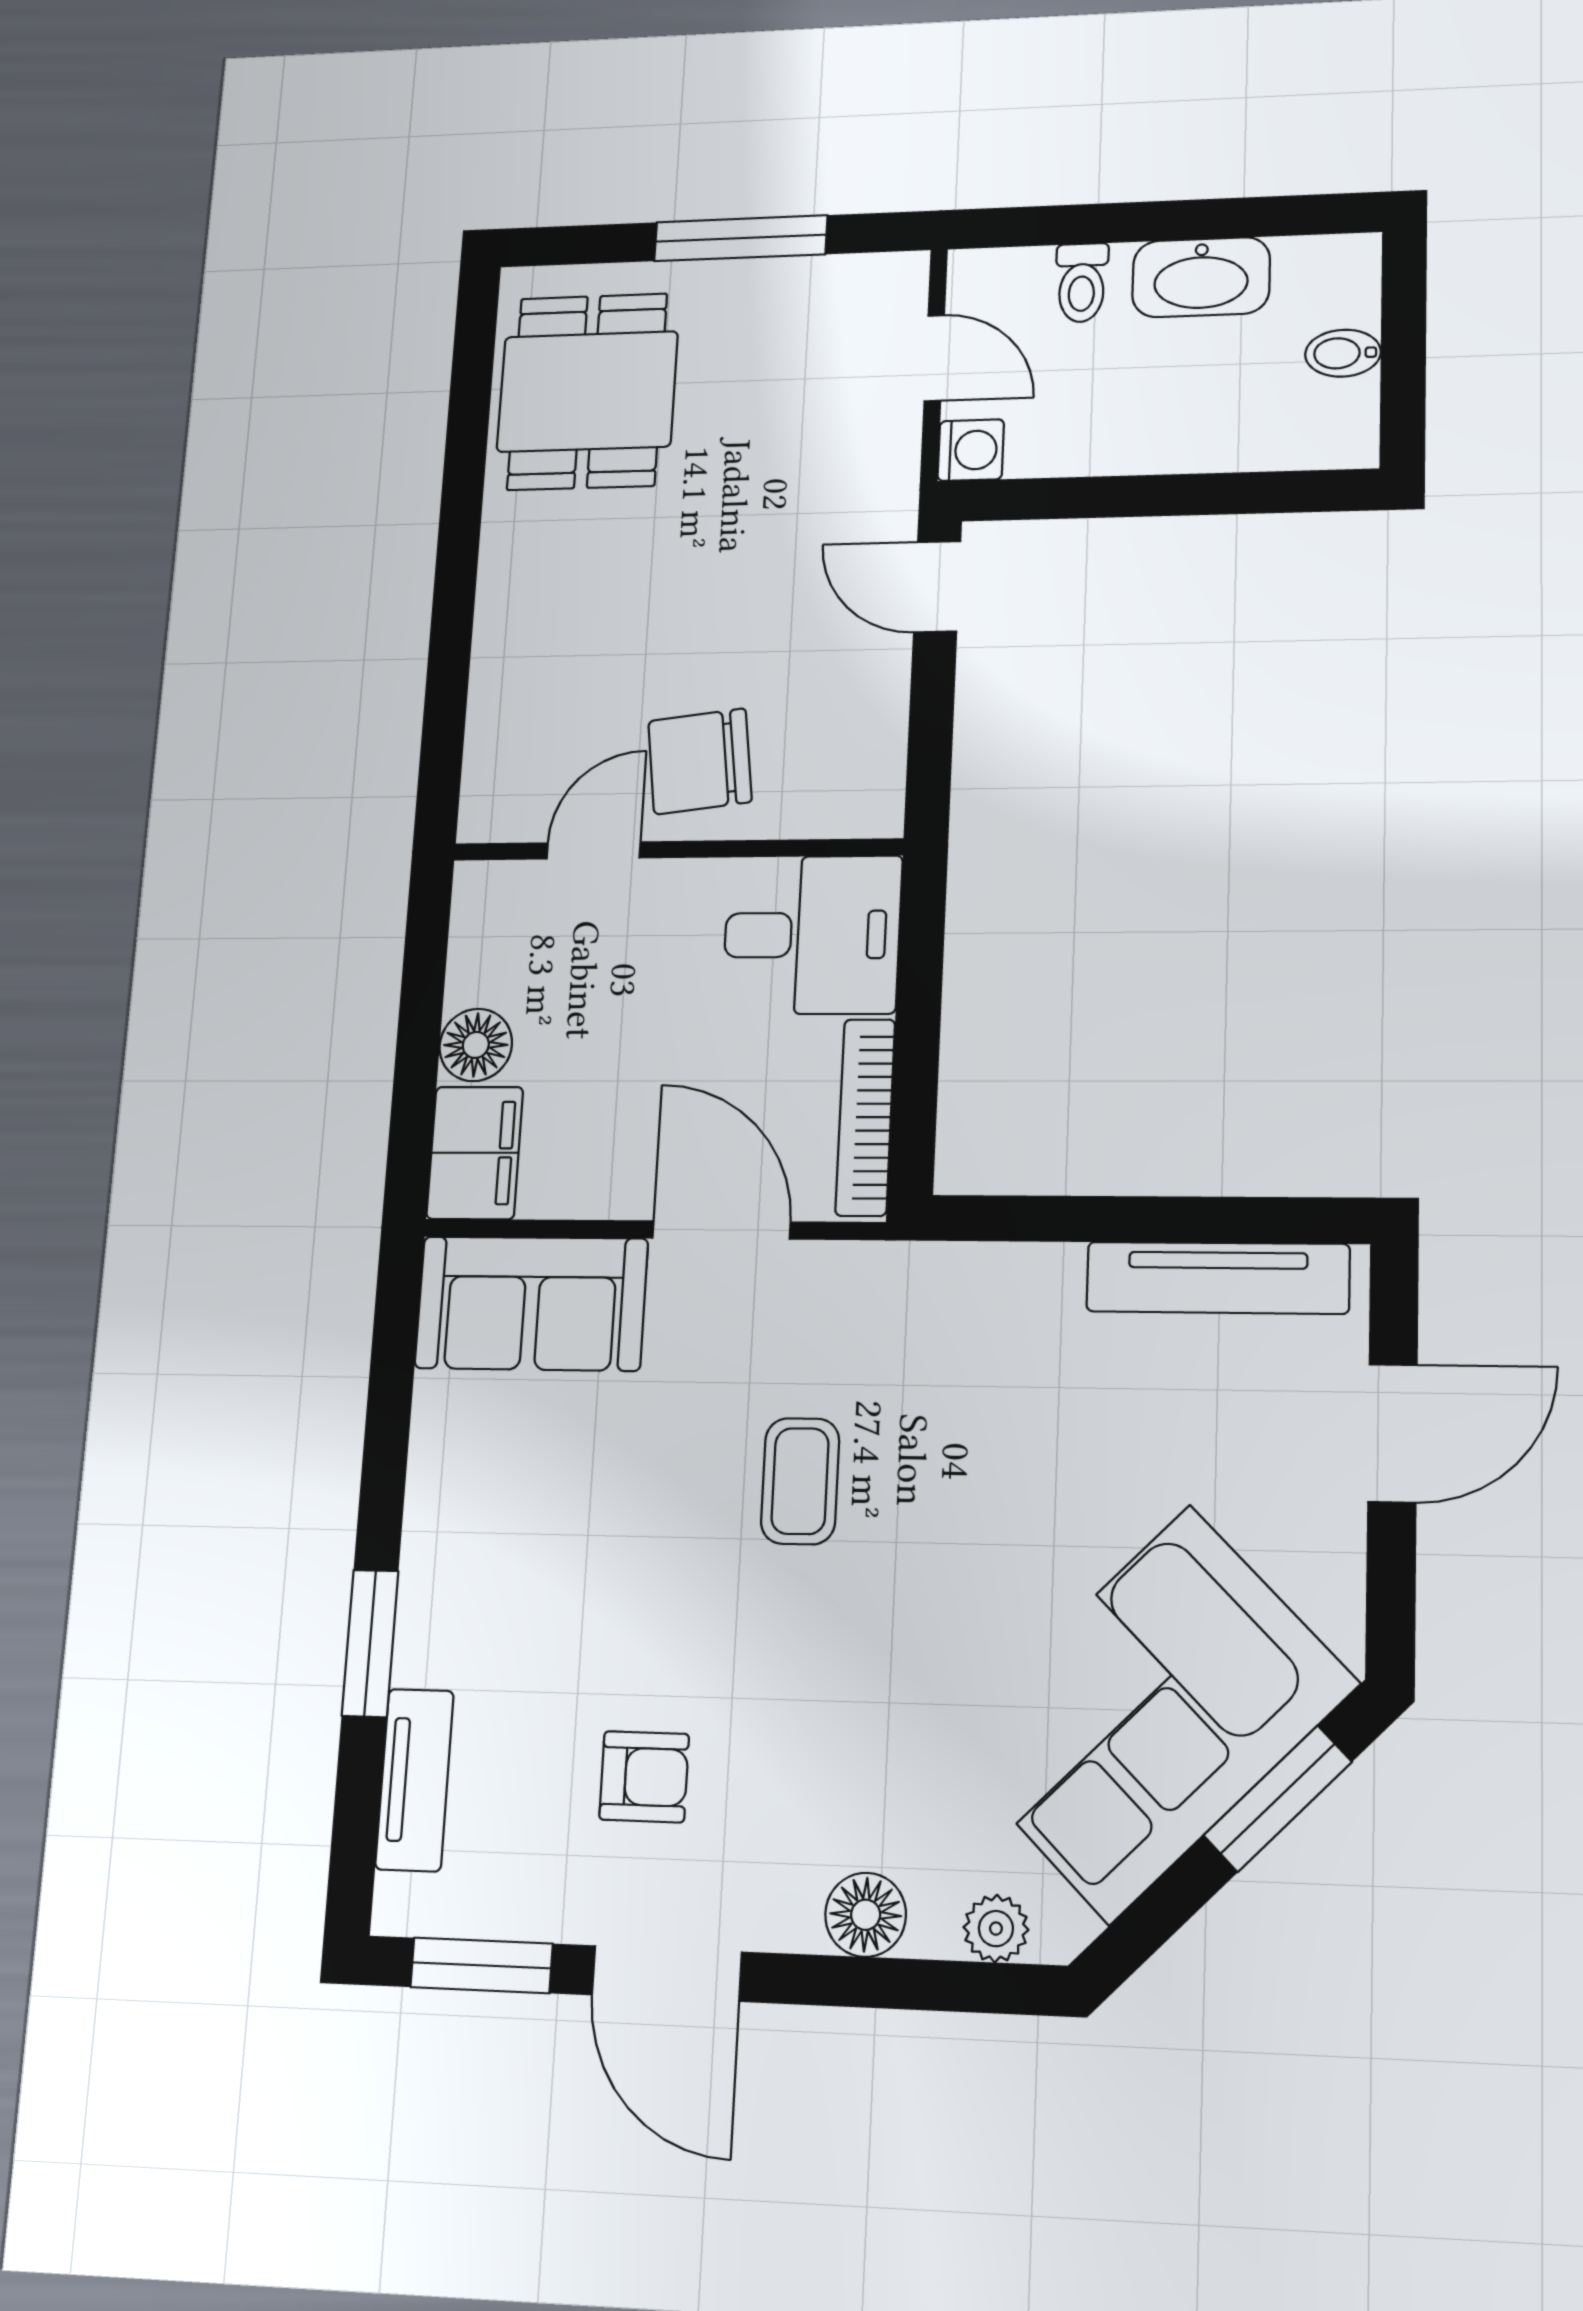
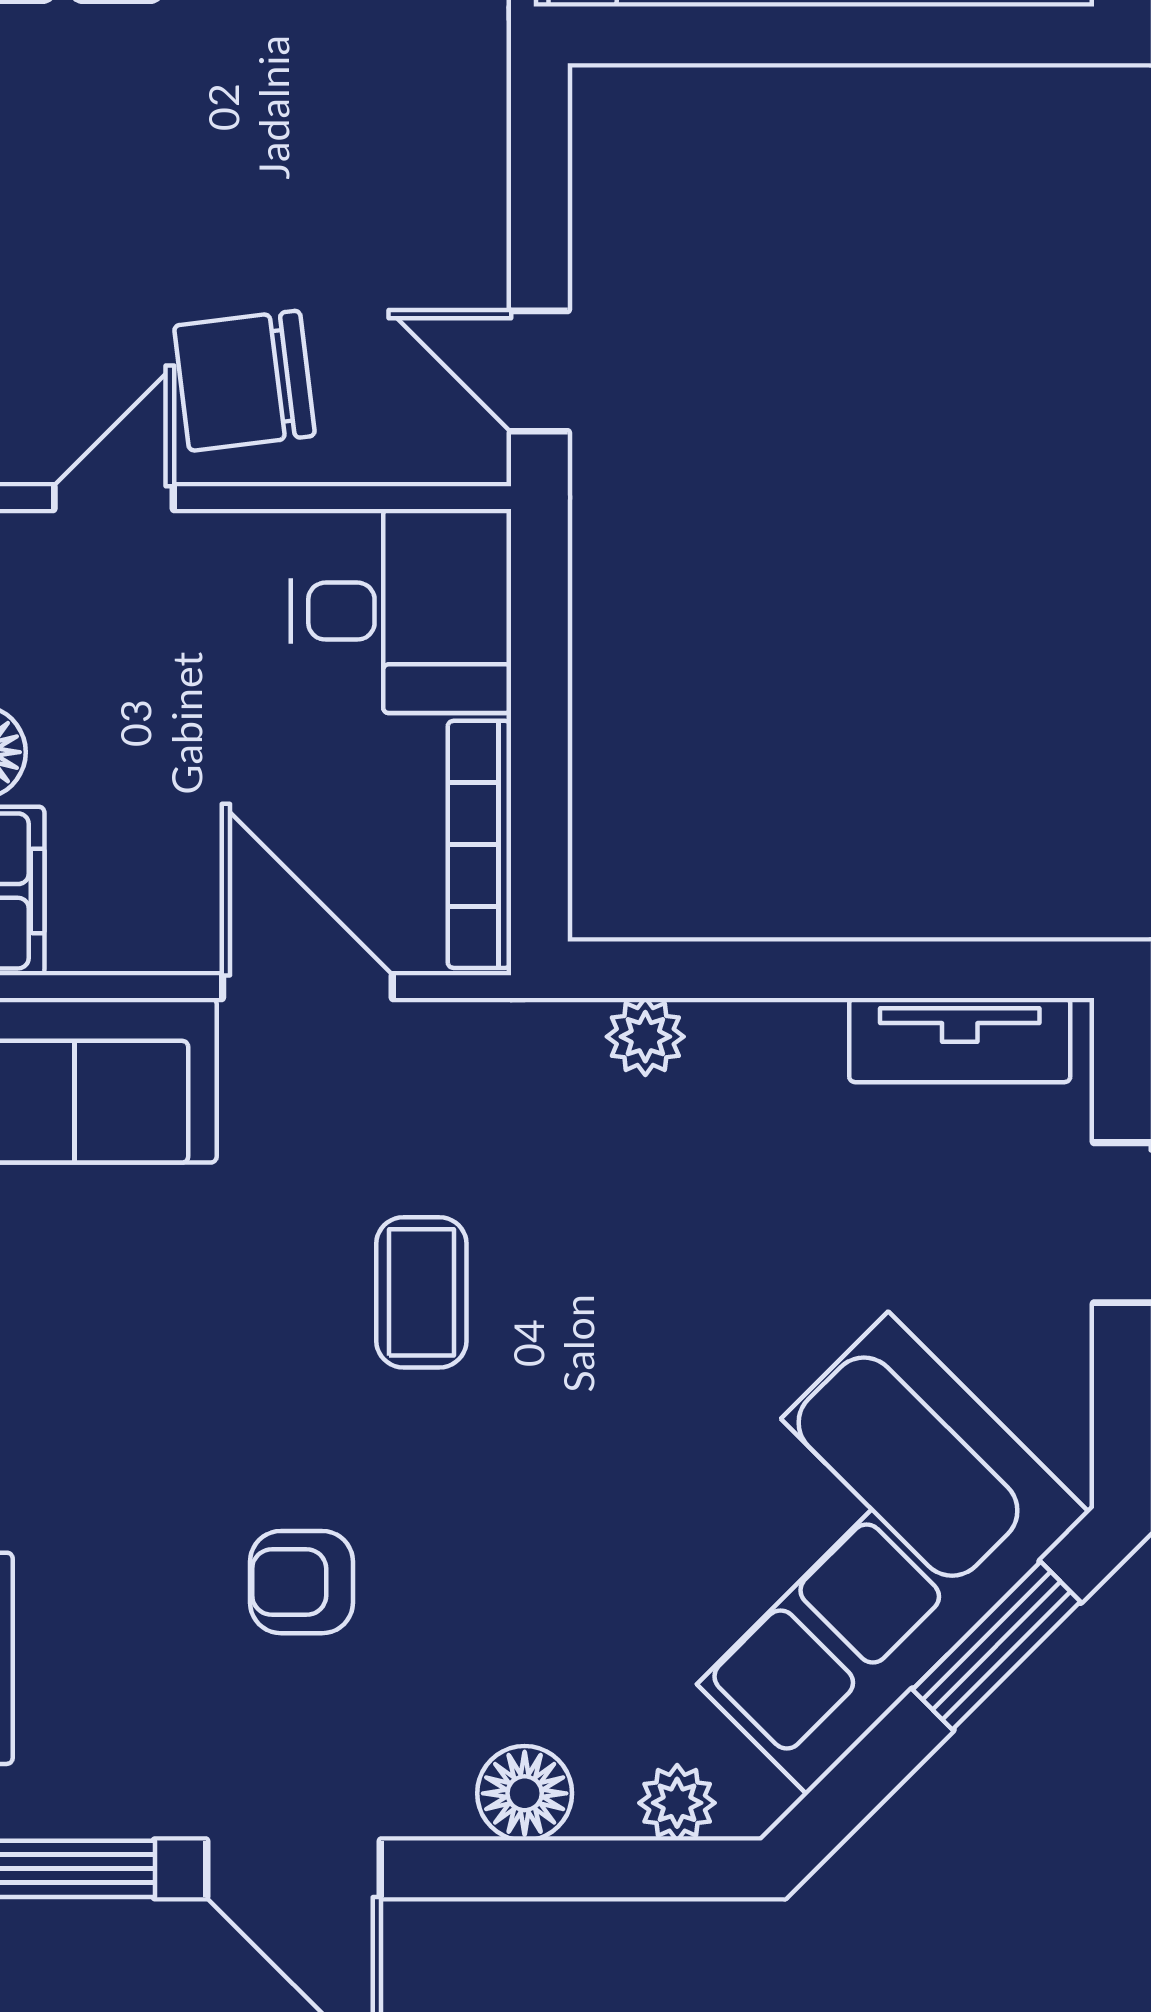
door: (937, 587) -> (539, 371), moved
plant: (994, 1273) -> (645, 1037), added
tv unit: (1218, 1278) -> (960, 1040), width x0.71
armchair: (644, 1777) -> (302, 1582), moved, turned 180

